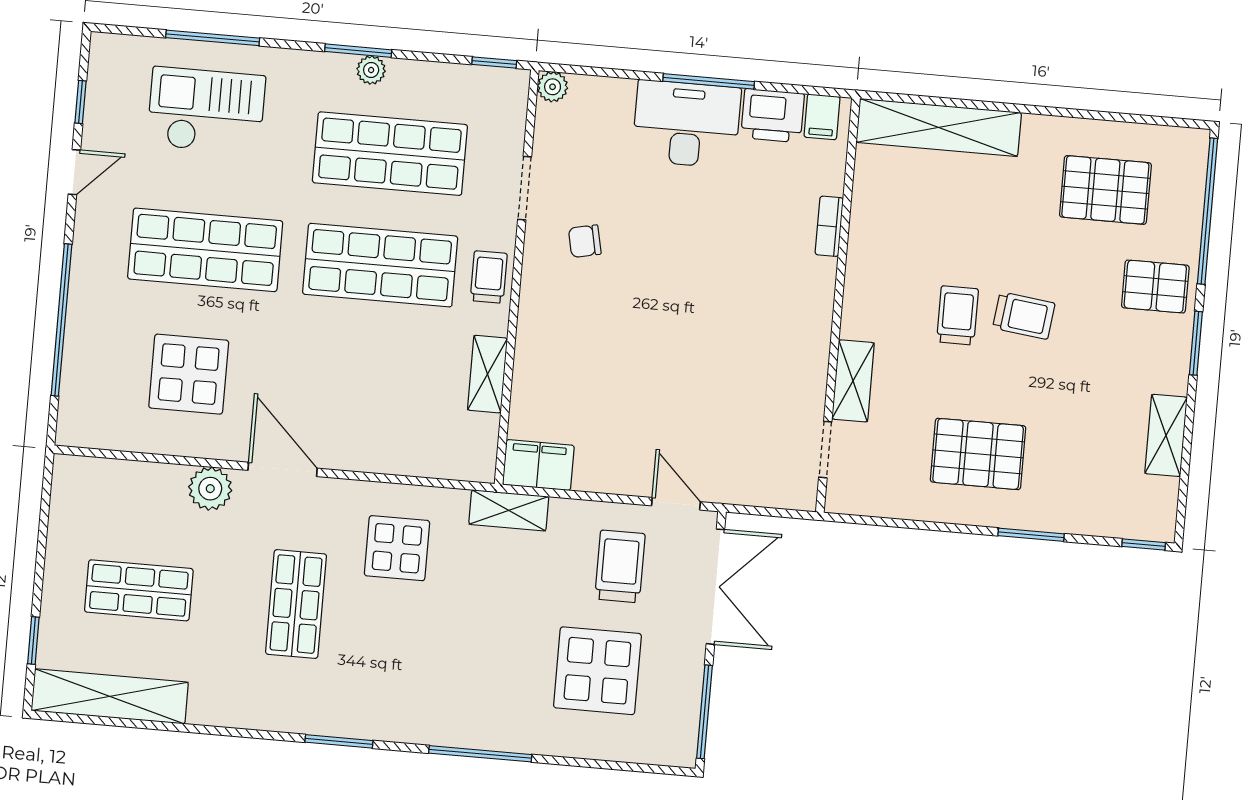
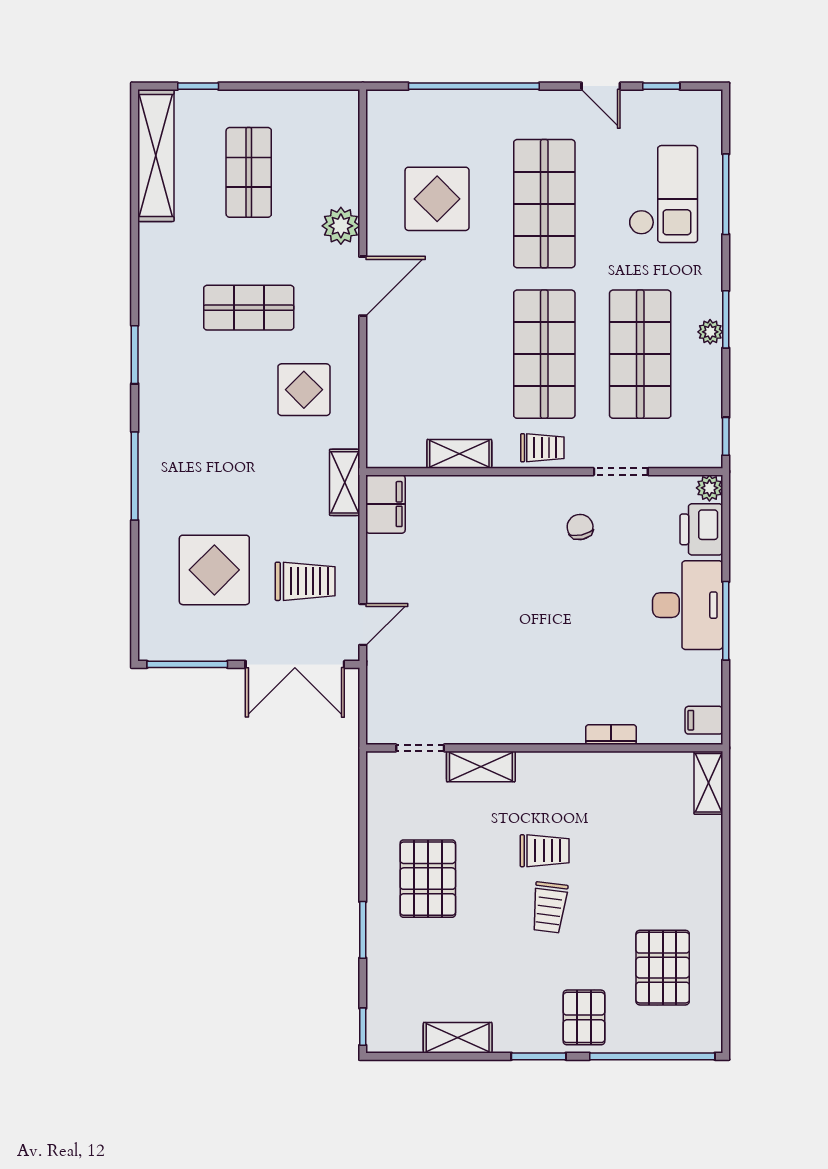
printer: (773, 116) -> (701, 529), moved
shelving: (939, 127) -> (708, 783), width x0.45, depth x0.75

